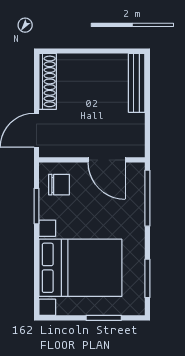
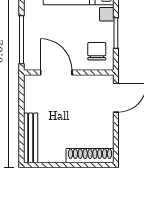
shoe rack: (48, 81) -> (90, 156), moved, turned 90
chair: (59, 185) -> (97, 51), turned 90

